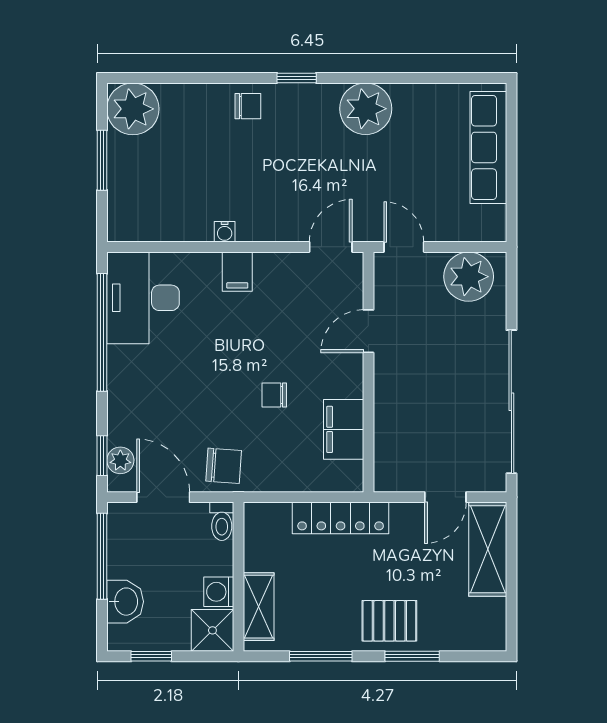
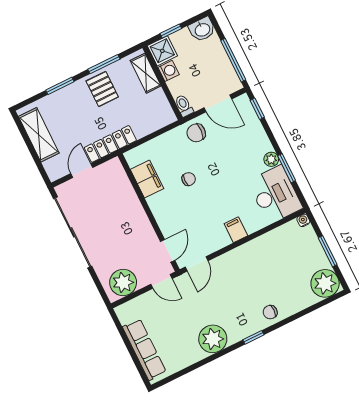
water cooler: (225, 232) -> (303, 220), moved
door: (368, 331) -> (168, 251), moved
window: (102, 332) -> (287, 168), width x0.47
plant: (120, 460) -> (271, 159), moved
locker: (341, 518) -> (110, 144), moved
shelving: (488, 549) -> (39, 135), moved
washbasin: (125, 602) -> (202, 29), moved, turned -90
pallet: (389, 621) -> (102, 89), moved, turned 90
window: (151, 656) -> (171, 31), moved

